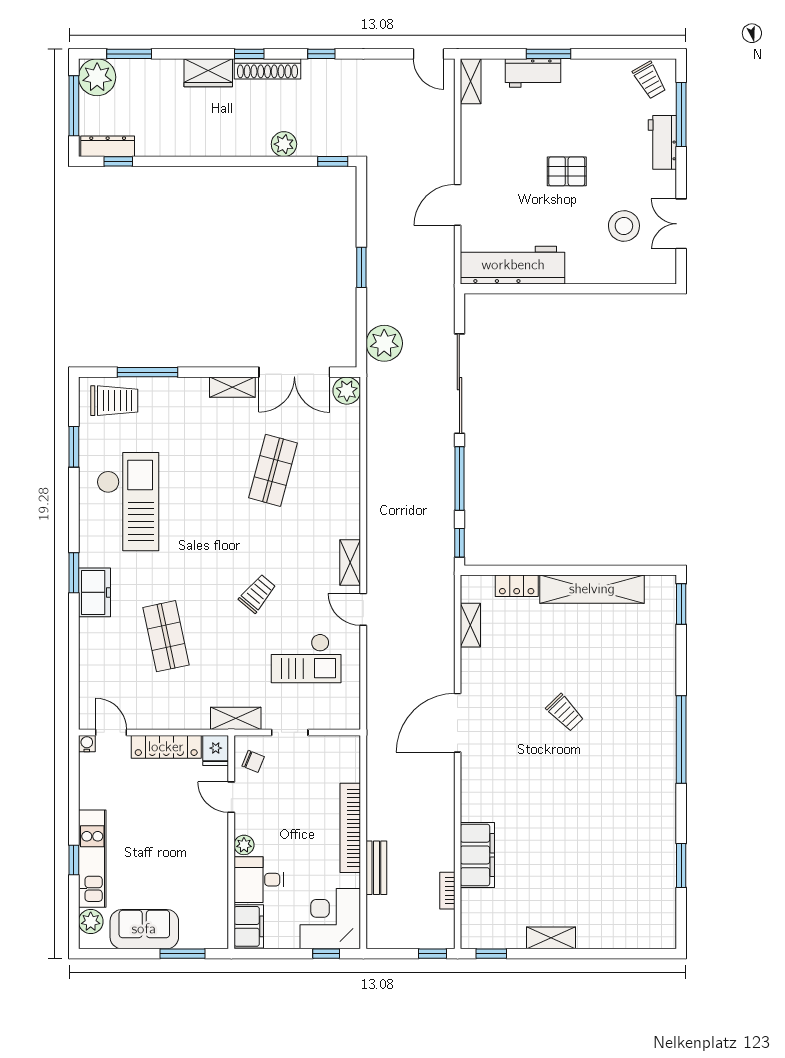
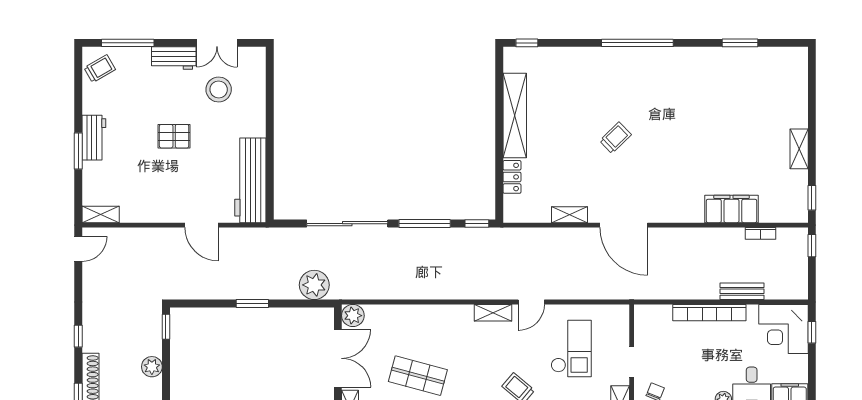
workbench: (533, 73) -> (94, 138), moved
workbench: (662, 142) -> (174, 58), moved
pallet: (567, 171) -> (174, 136), turned 90
window: (681, 604) -> (527, 43), width x0.67
shelving: (470, 625) -> (569, 215), moved

